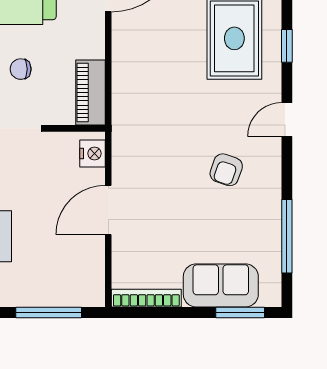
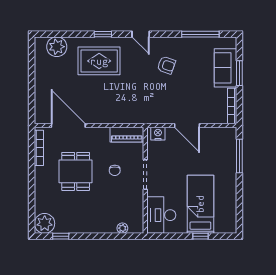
window: (240, 312) -> (239, 73), moved

